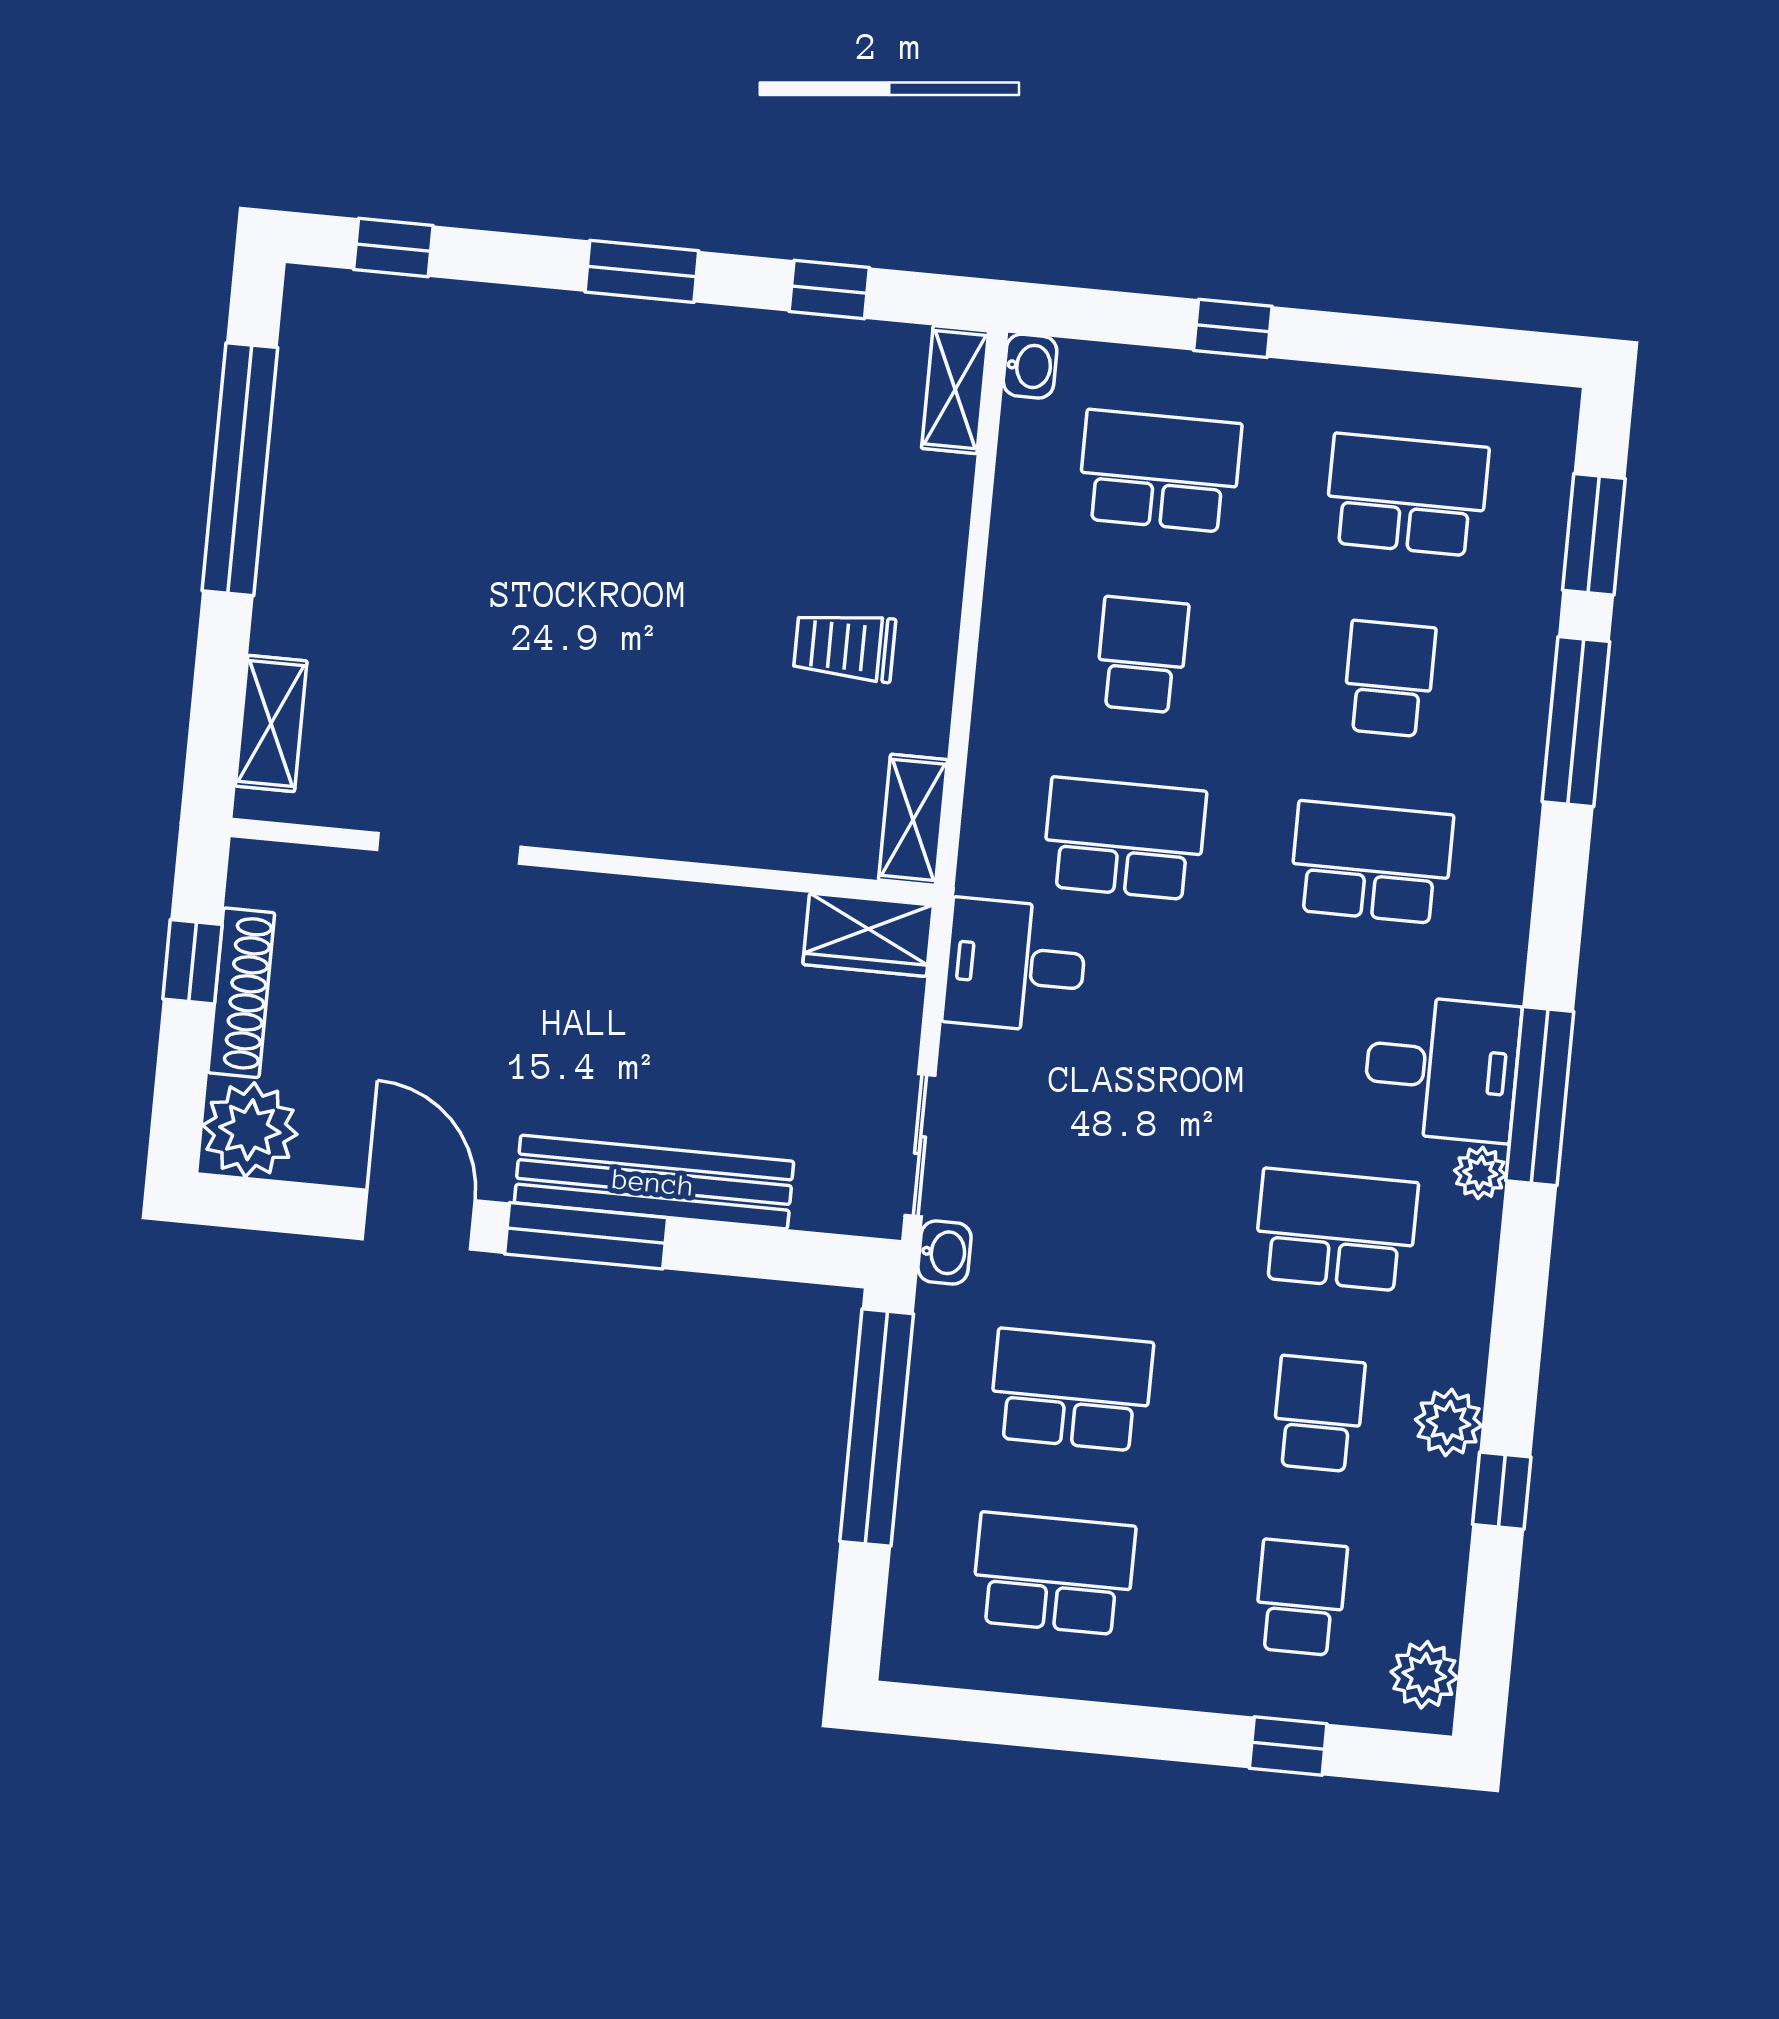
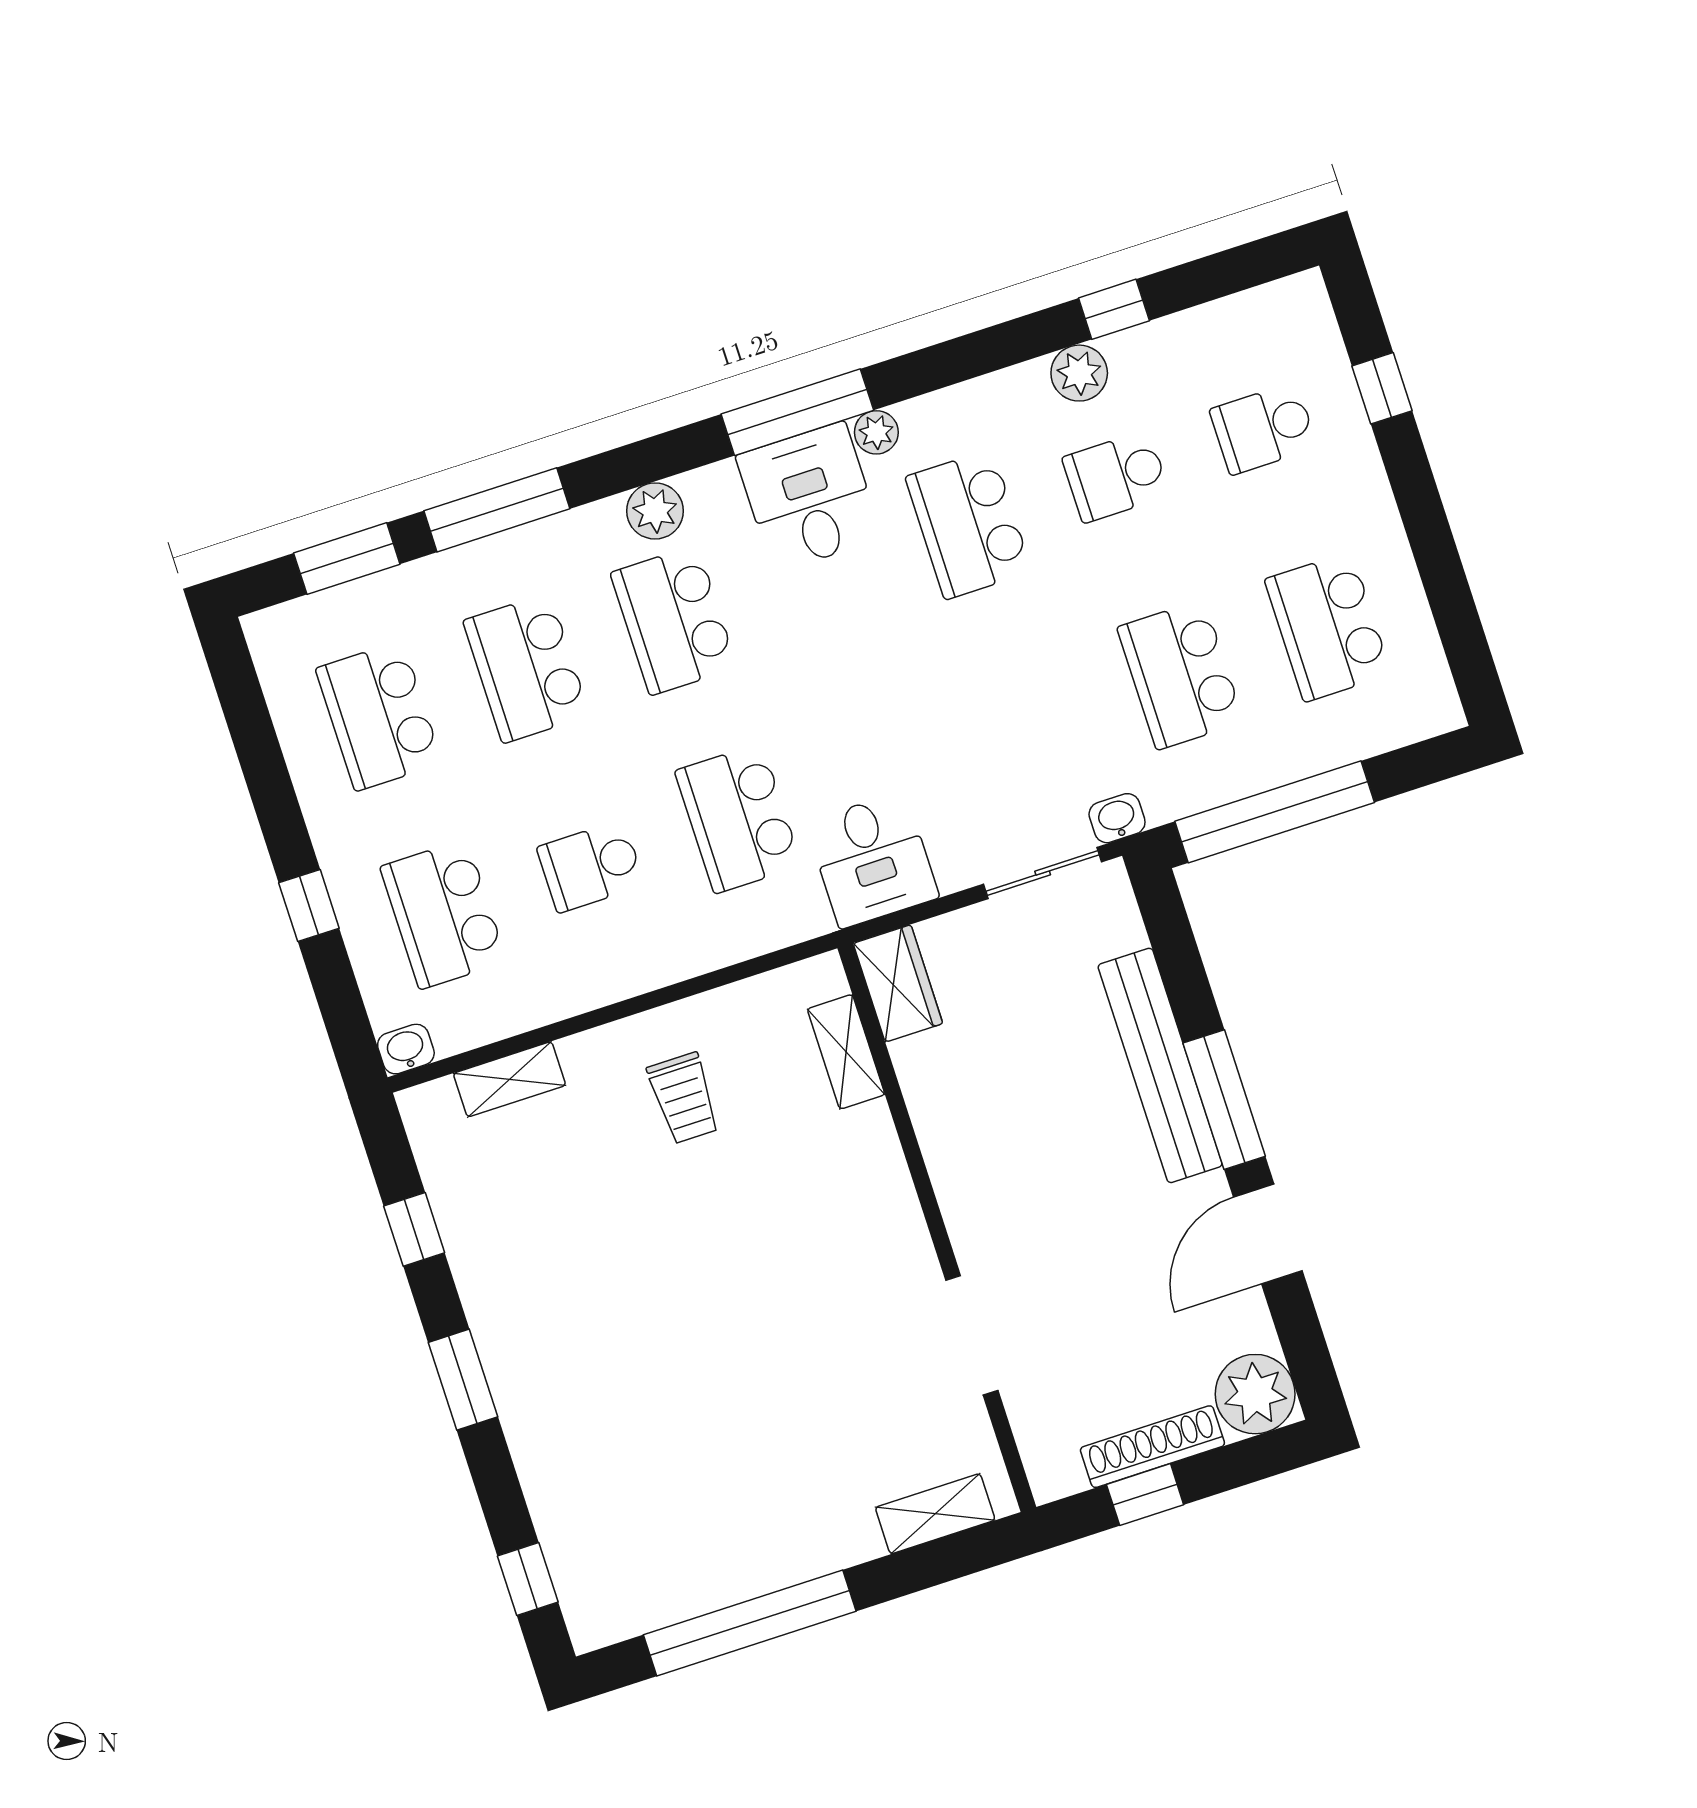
shelving: (955, 390) -> (509, 1079), moved
school desk: (1389, 679) -> (526, 668), width x1.85
shelving: (913, 820) -> (846, 1052), moved, turned 90
plant: (1424, 1675) -> (655, 511), moved

